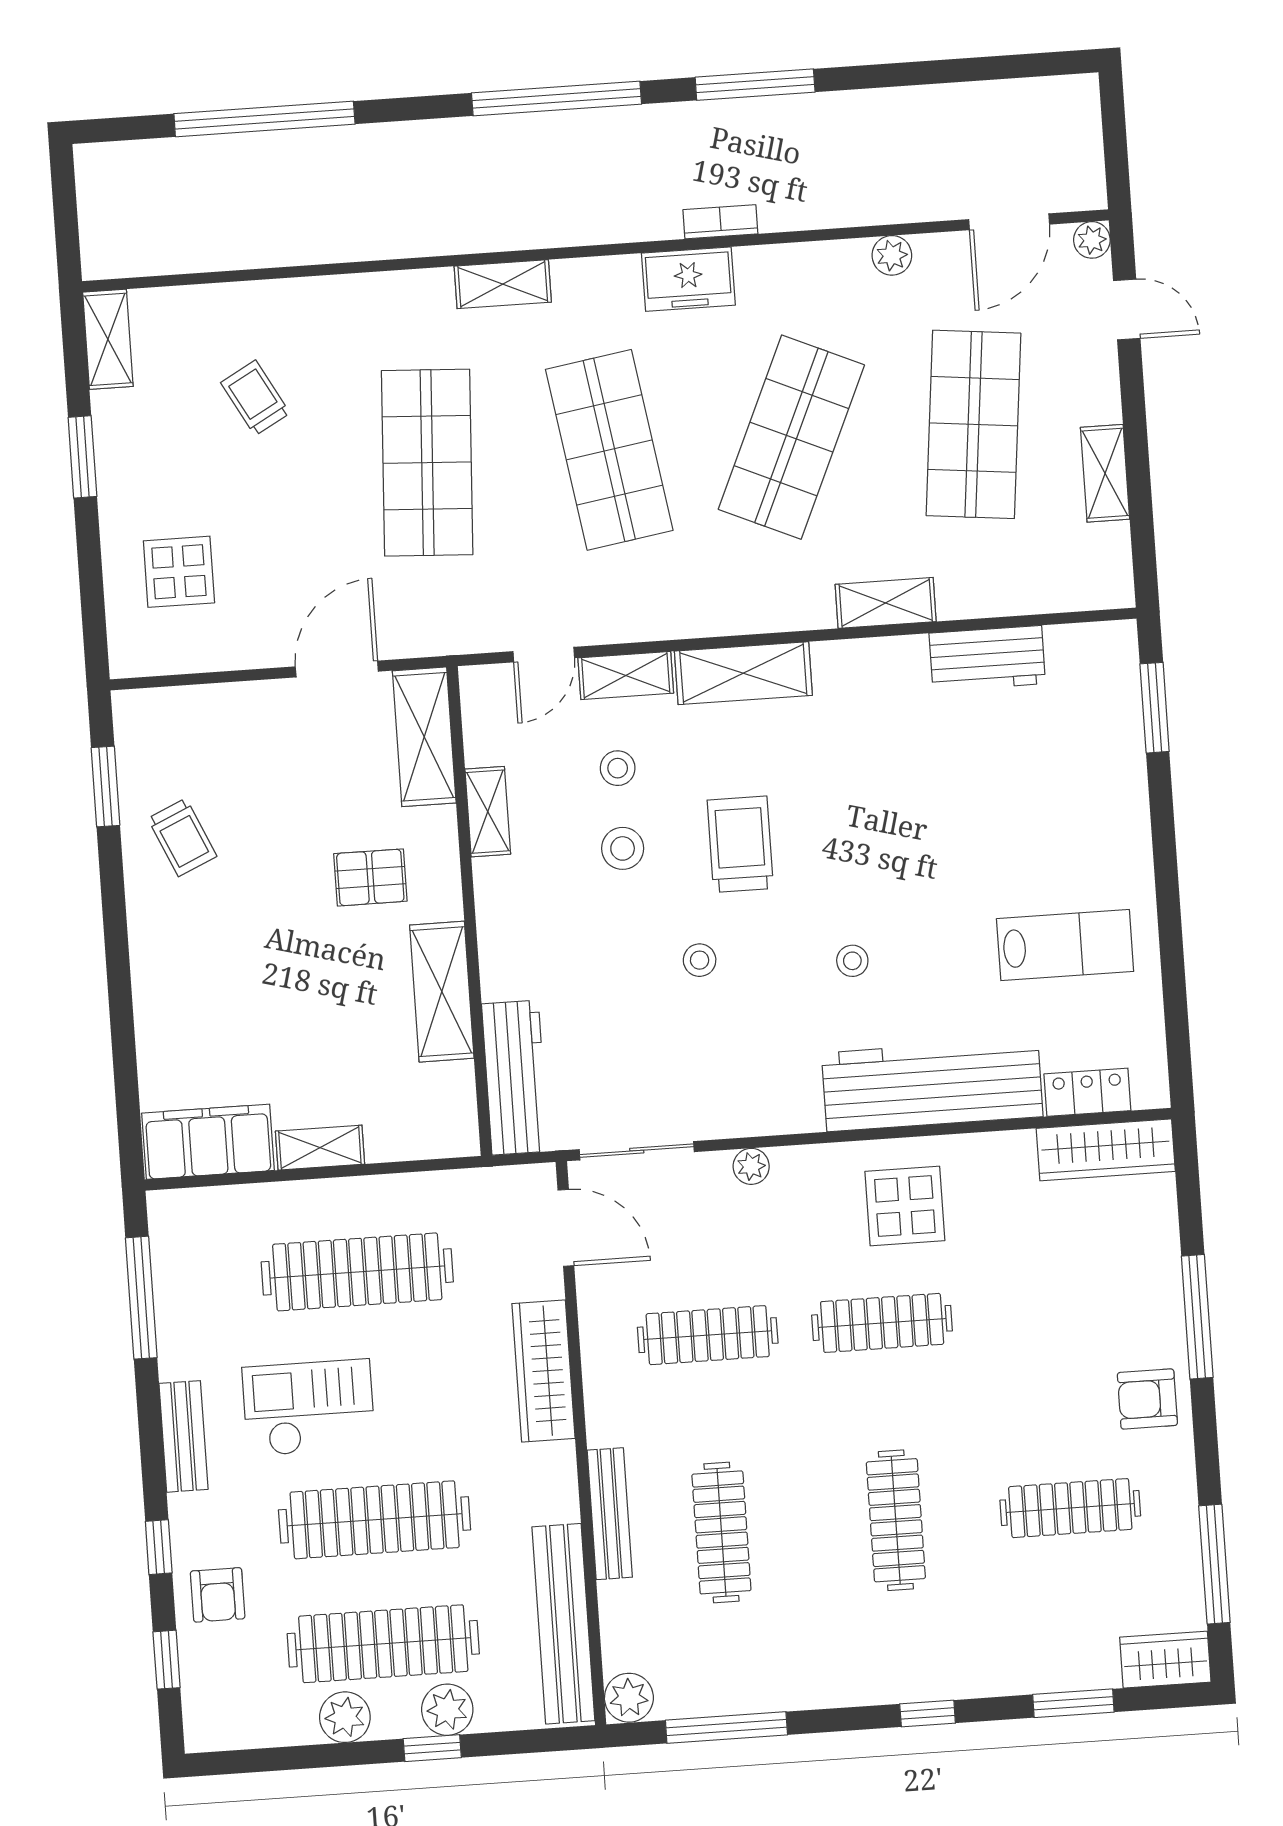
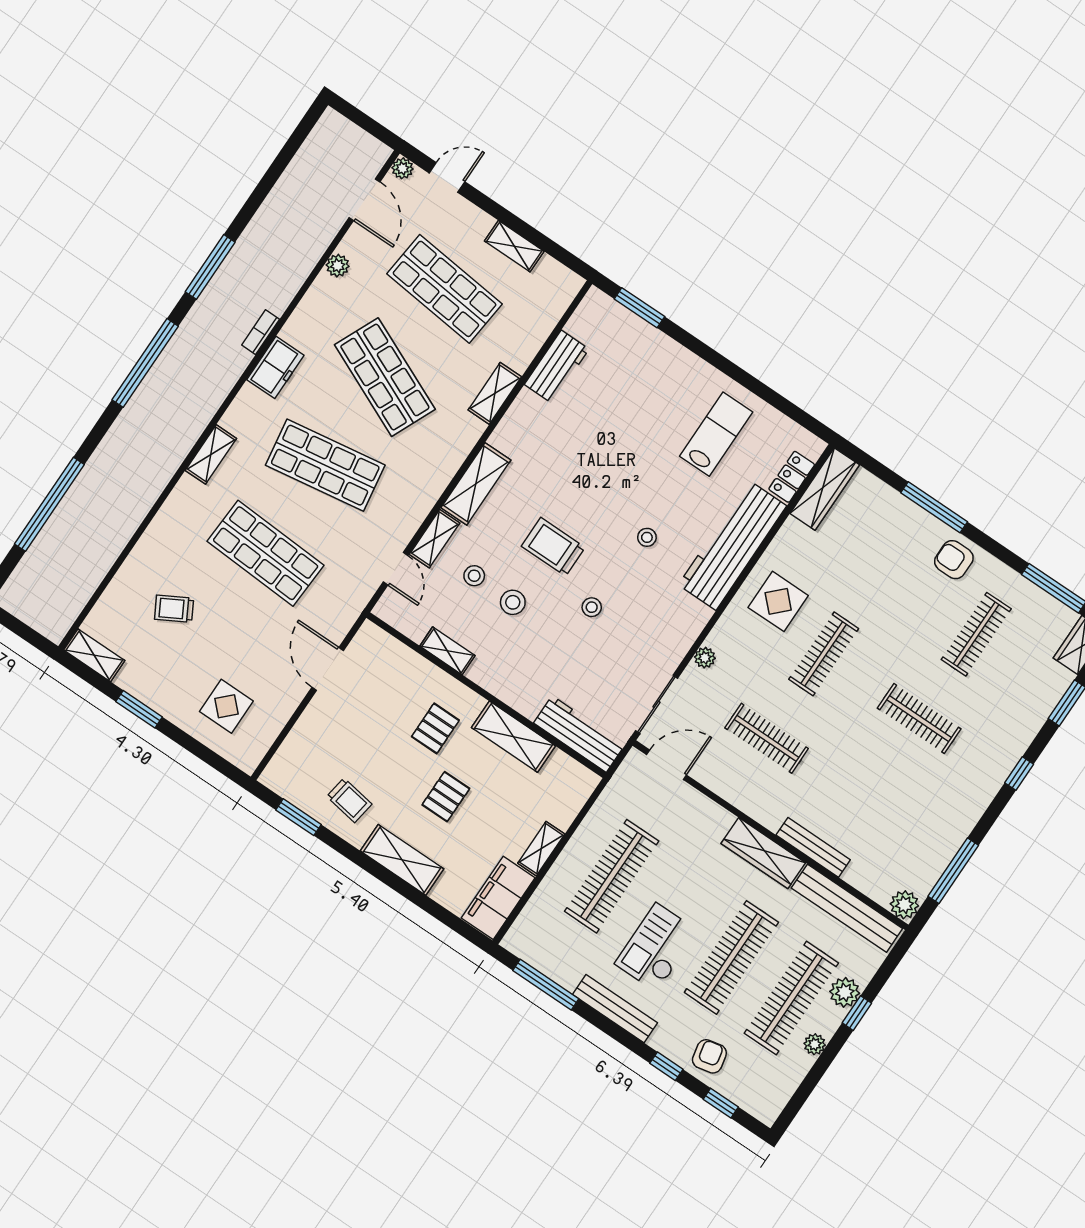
shelving: (424, 737) -> (402, 860), moved
trolley: (182, 837) -> (349, 800), turned 33
pallet: (289, 964) -> (446, 797), added
clothes rail: (708, 1335) -> (767, 738), turned 90
wardrobe: (543, 1371) -> (763, 853), moved
armchair: (1147, 1399) -> (954, 560), turned 90
bench: (183, 1436) -> (615, 1009), width x1.36
clothes rail: (721, 1532) -> (862, 803), removed
armchair: (218, 1595) -> (709, 1056), turned -102
plant: (345, 1717) -> (815, 1044), width x0.73, depth x0.73

